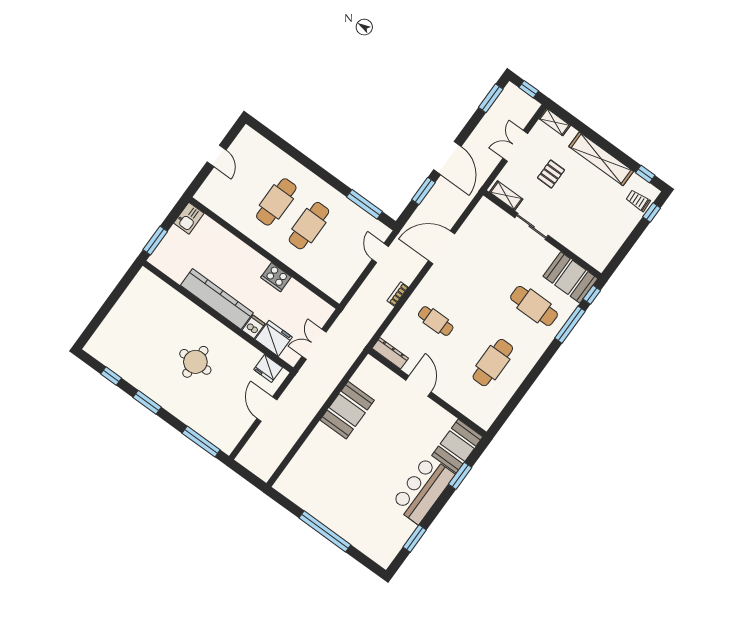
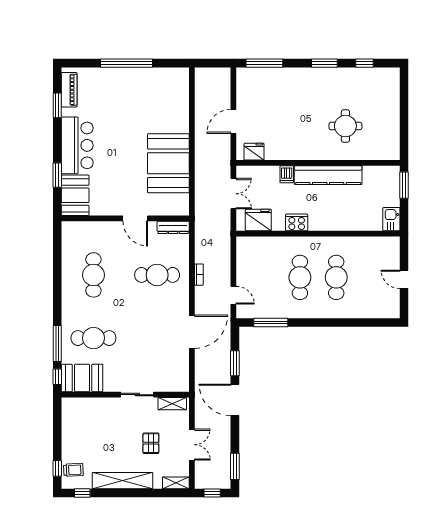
cafe table: (436, 321) -> (157, 275), width x1.37, depth x1.35
fridge: (274, 338) -> (258, 220), moved, turned 180
round table: (195, 362) -> (345, 126), moved
door: (267, 409) -> (233, 121), swing flipped
booth: (347, 410) -> (168, 163), width x1.36, depth x1.42
piano: (394, 545) -> (69, 90), added

